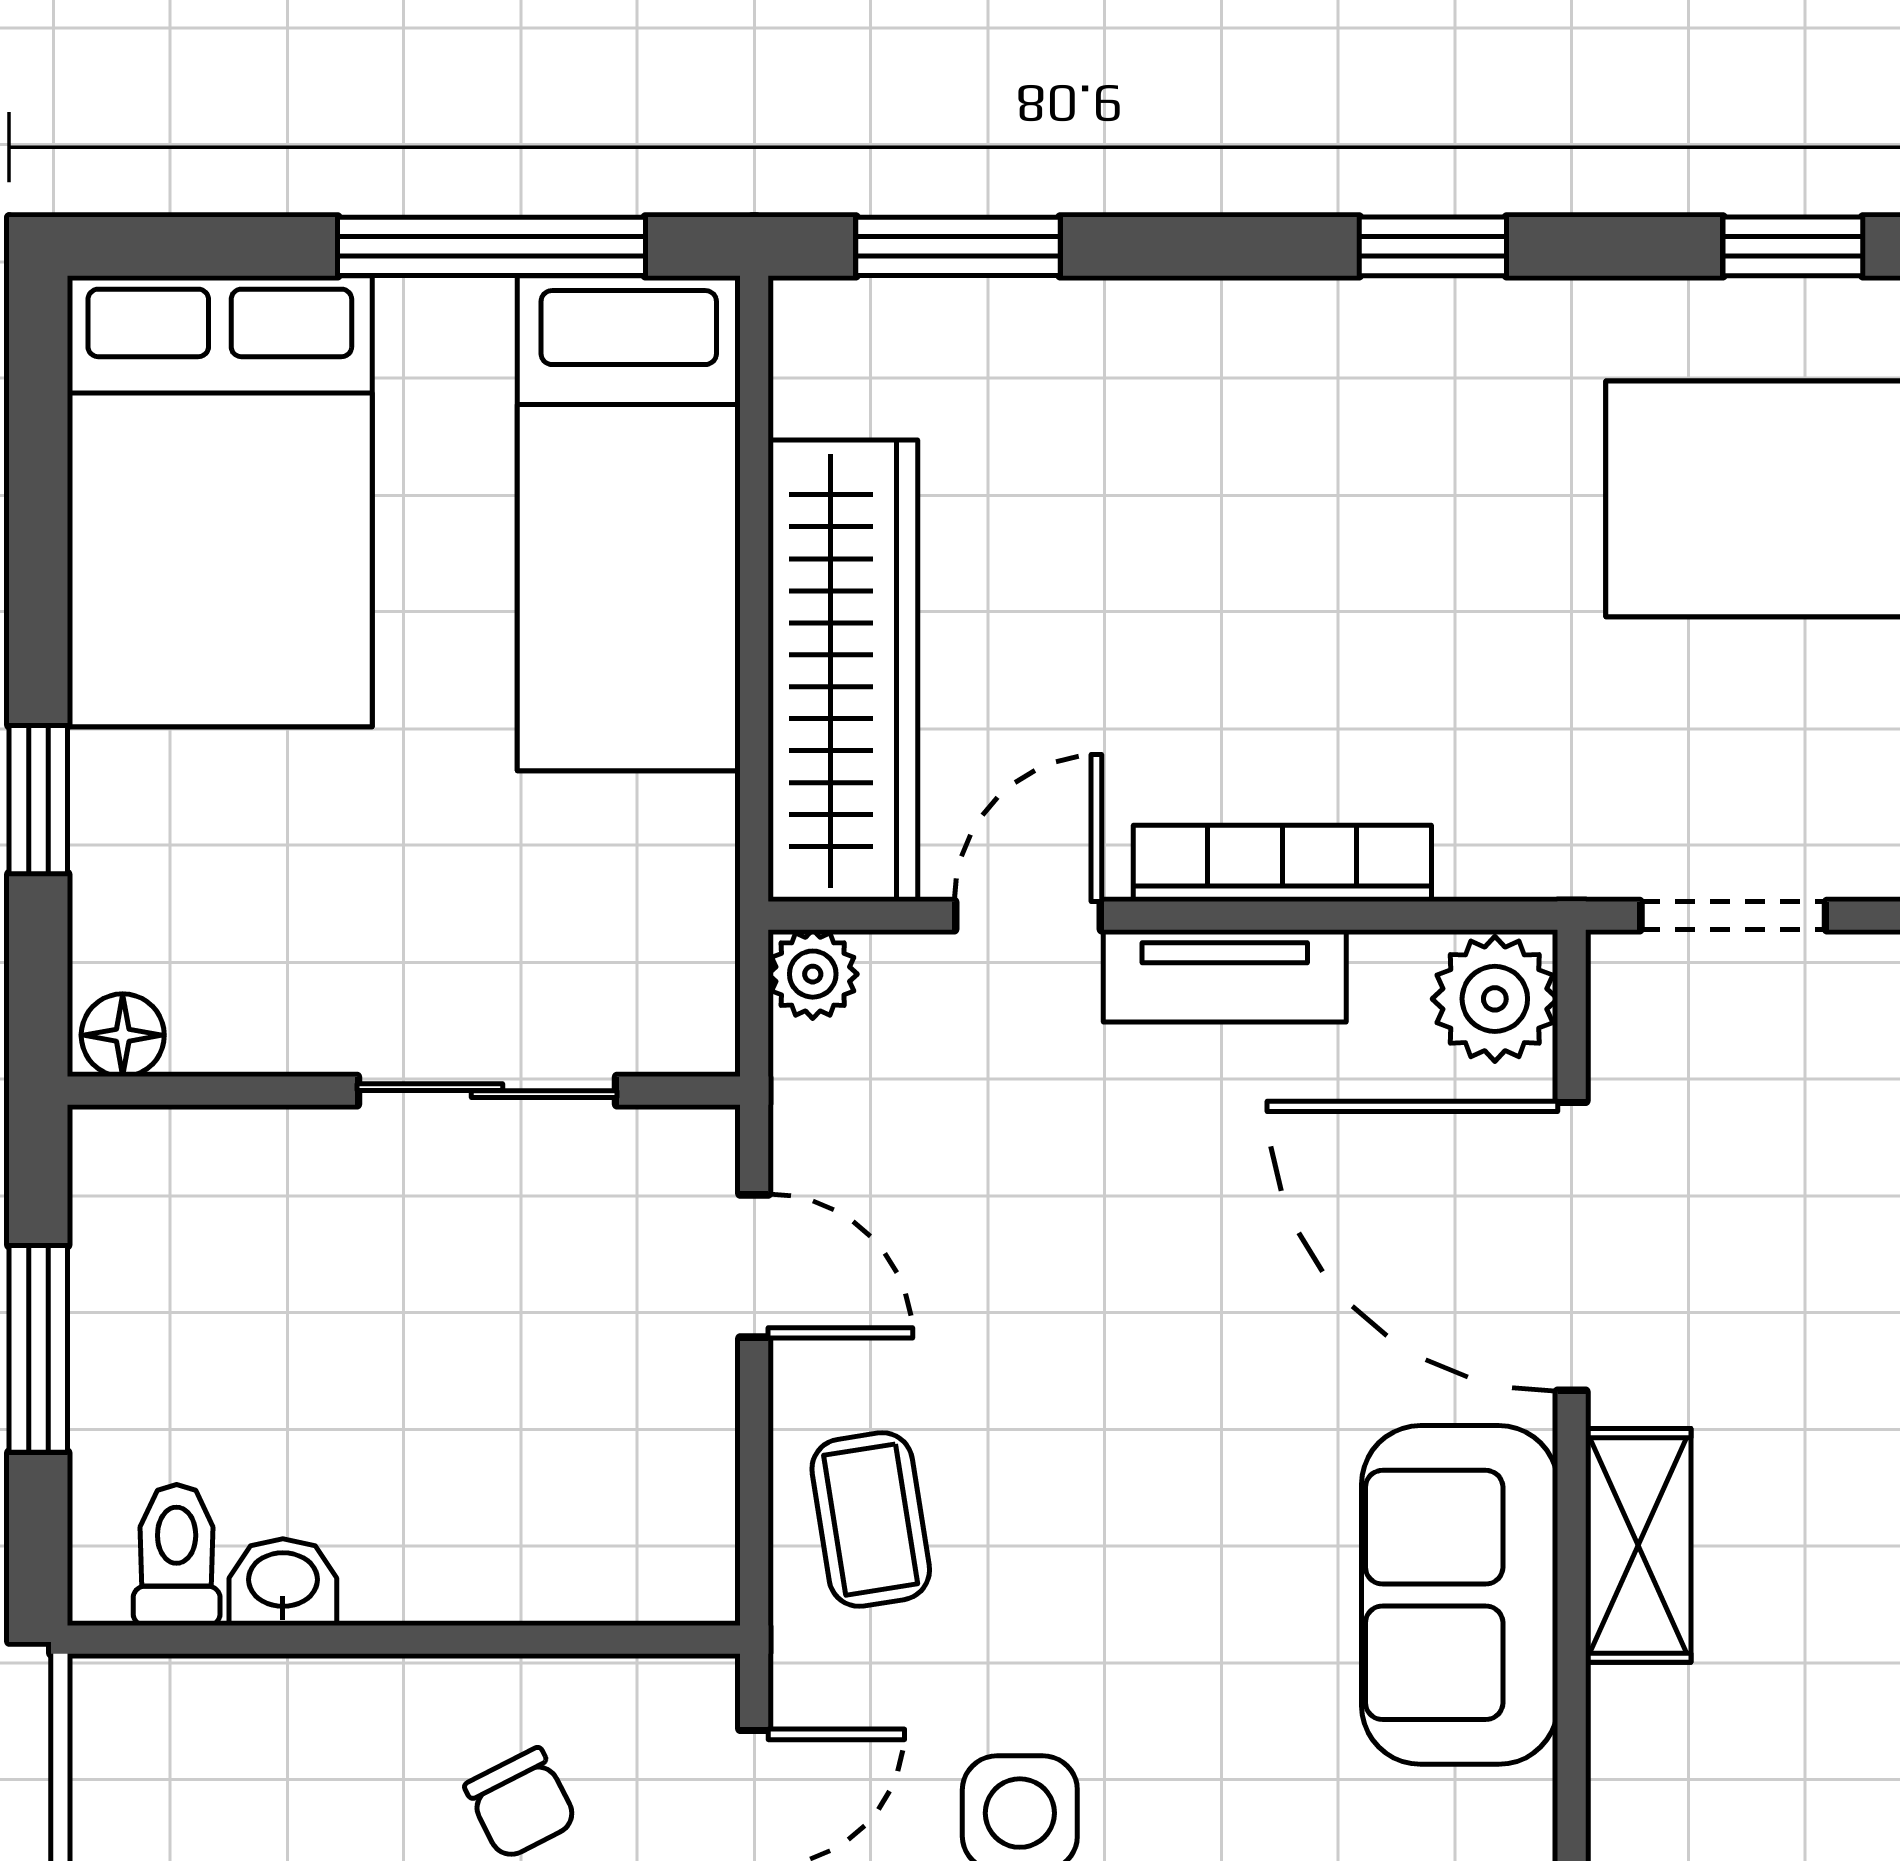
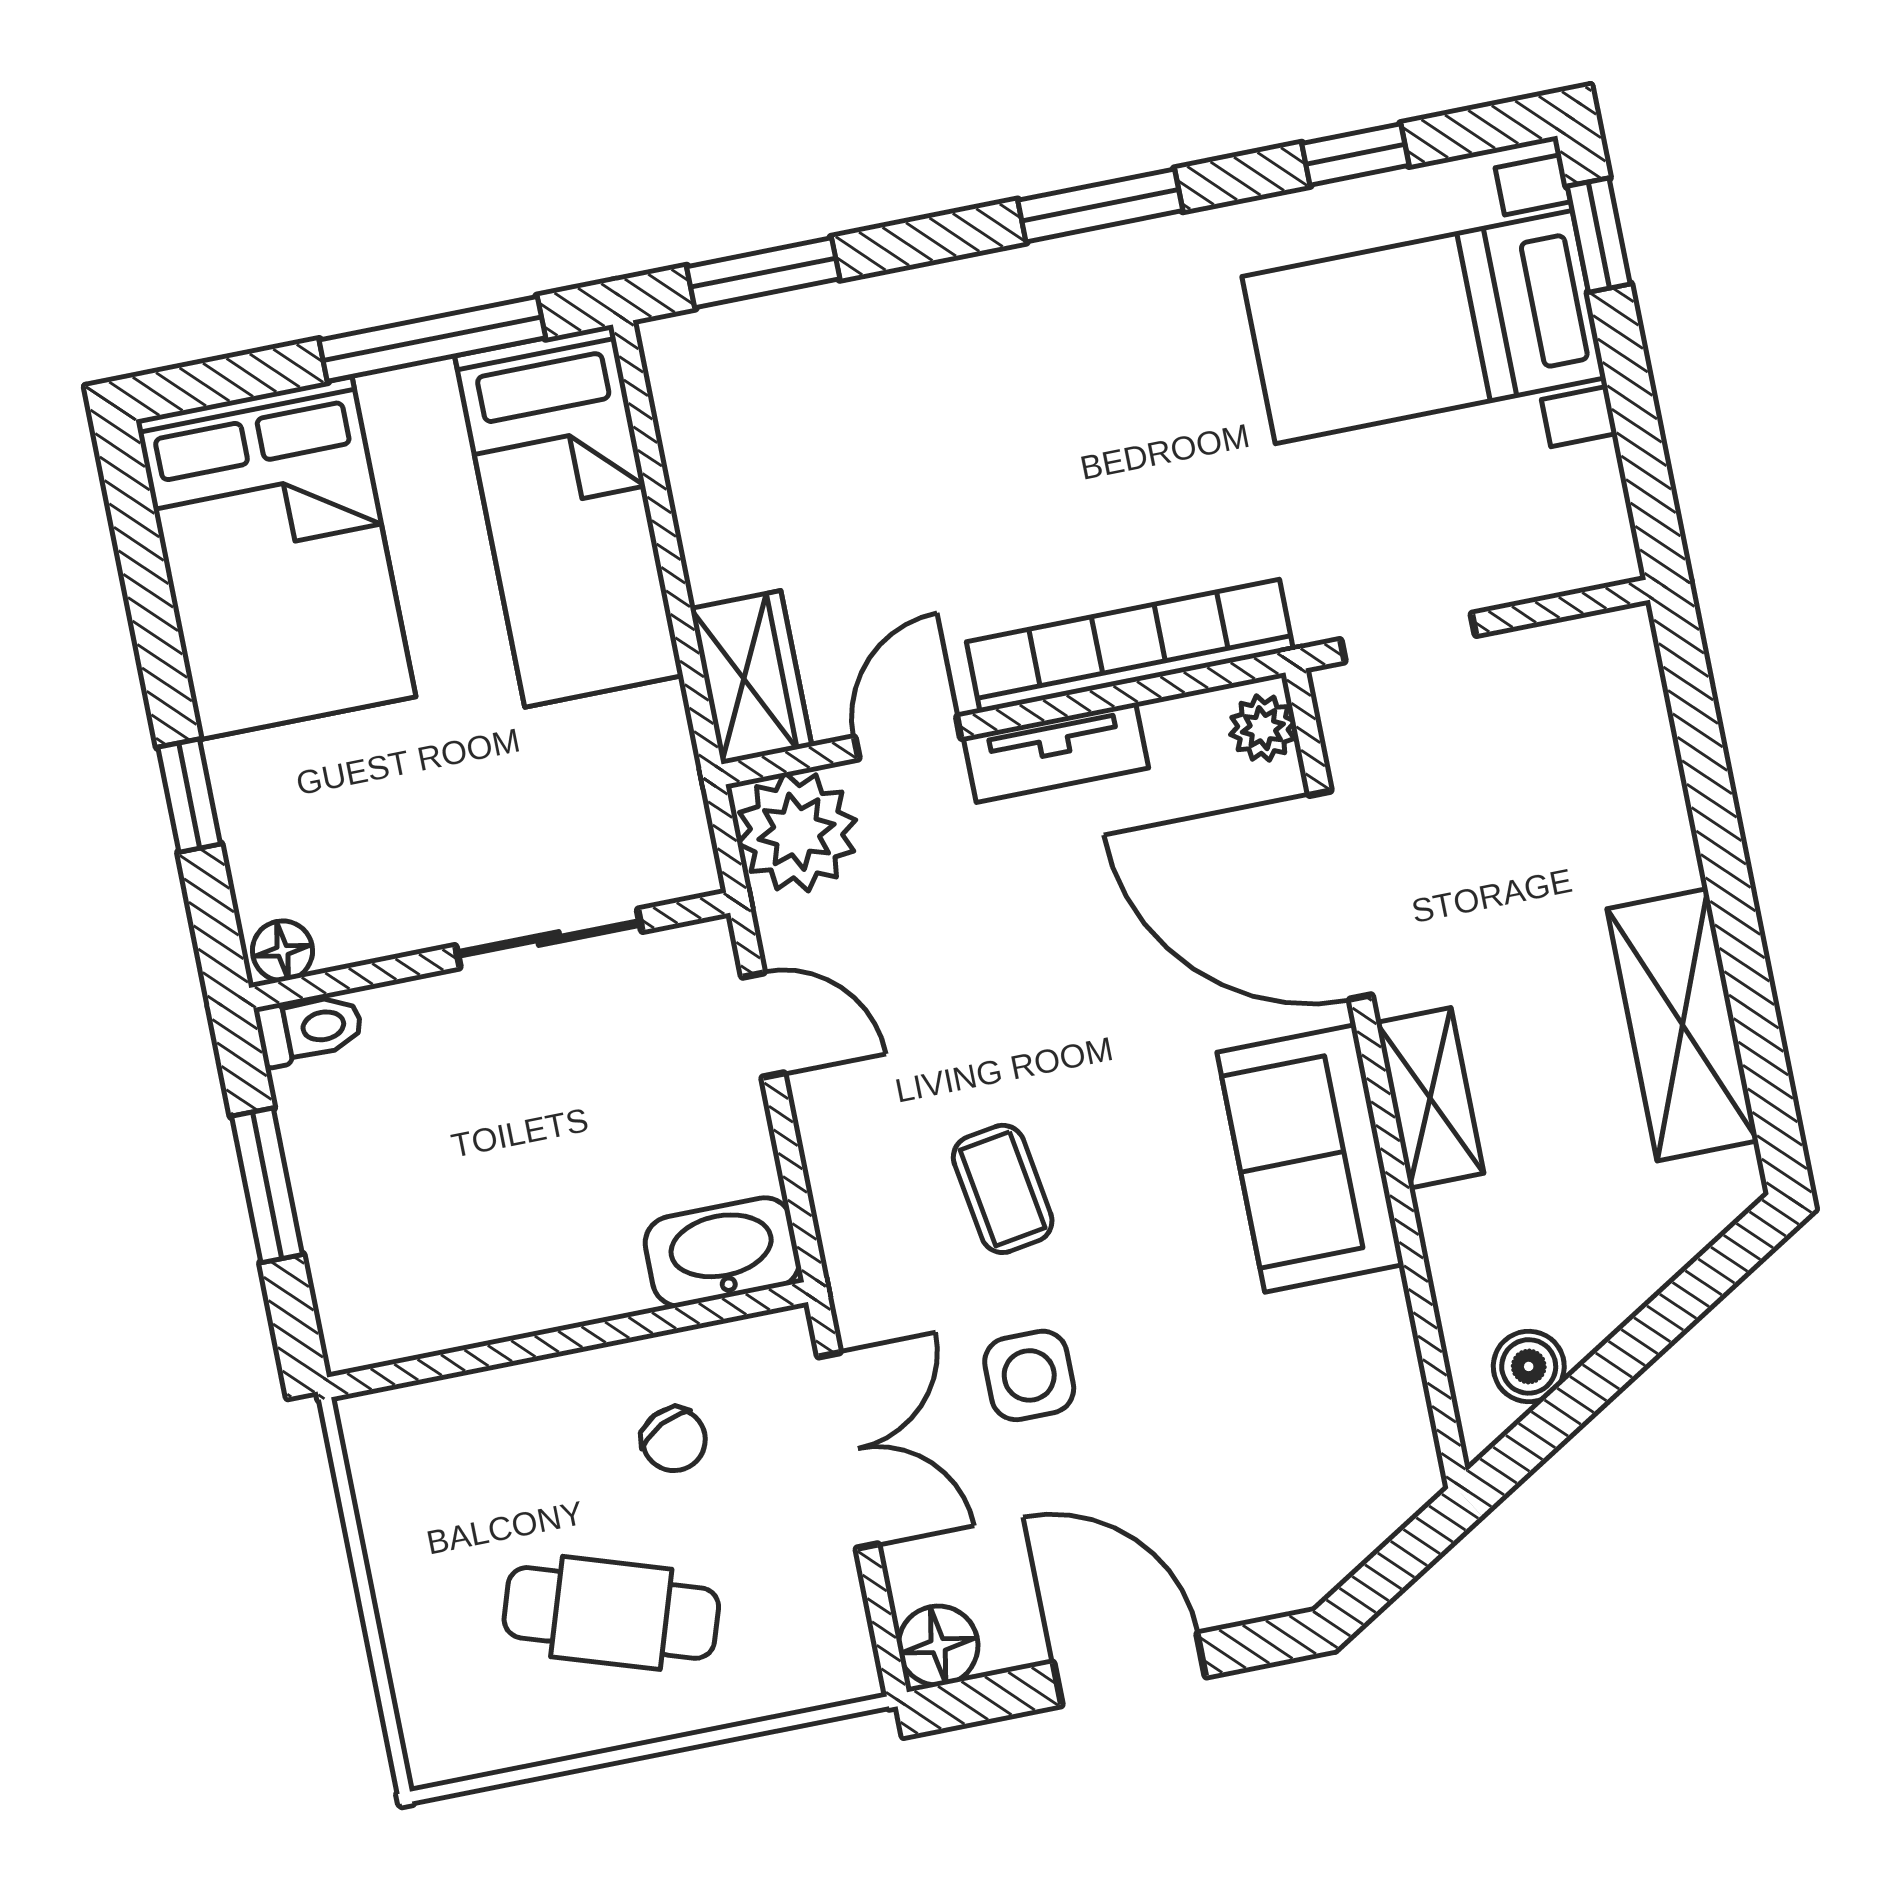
window: (1433, 246) -> (1100, 205), width x1.50
wardrobe: (843, 671) -> (751, 677), width x0.48, depth x0.85
bookcase: (1282, 863) -> (1130, 646), width x1.48, depth x1.31
plant: (813, 974) -> (797, 832), width x1.88, depth x1.88
plant: (1495, 999) -> (1263, 728), width x0.73, depth x0.73
coffee table: (871, 1520) -> (1003, 1189), moved
toilet: (177, 1555) -> (309, 1029), moved, turned 90
washbasin: (283, 1582) -> (722, 1252), moved, width x1.91, depth x1.45

